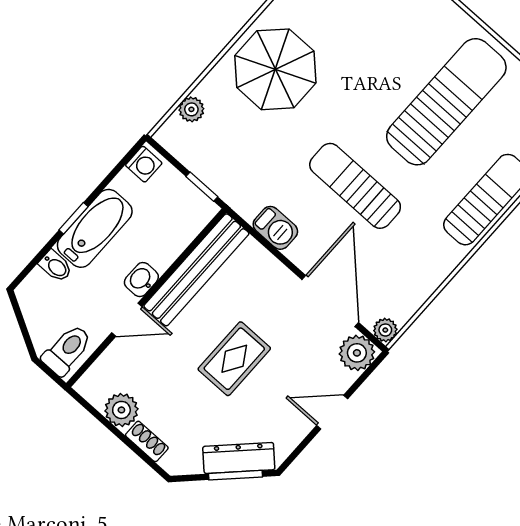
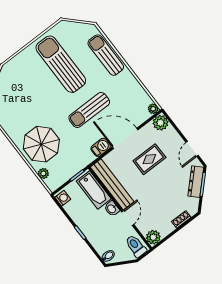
parasol: (275, 69) -> (41, 144), moved
bathtub: (95, 228) -> (94, 190), moved, turned 180
bidet: (56, 266) -> (108, 256), moved
door: (330, 301) -> (125, 138), moved
rug: (234, 359) -> (149, 159), moved, turned 90
plant: (121, 410) -> (153, 237), moved
door: (332, 412) -> (192, 149), moved

